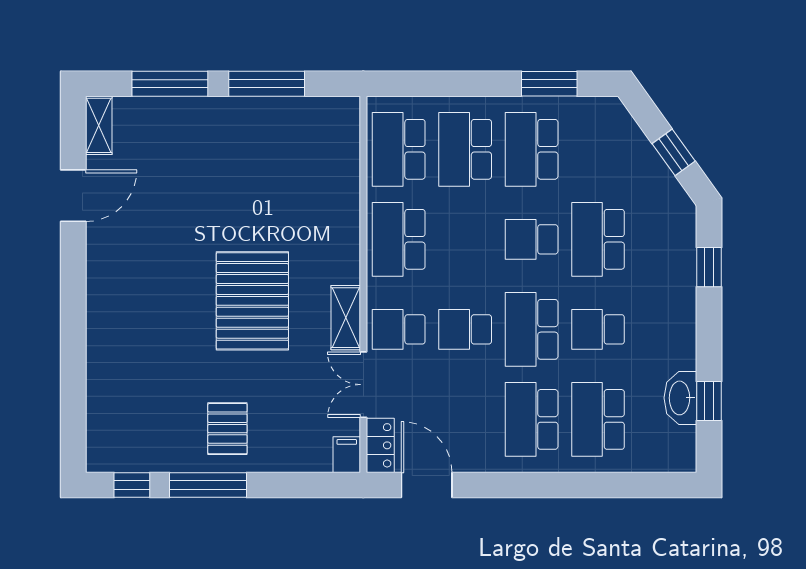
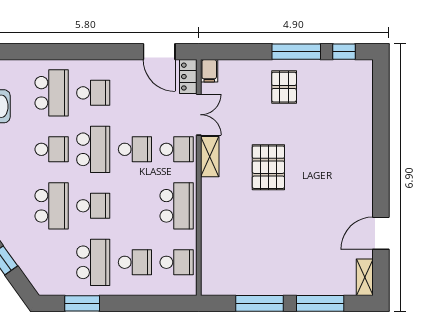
school desk: (399, 149) -> (177, 262), width x0.54
school desk: (465, 149) -> (135, 262), width x0.54
pallet: (252, 301) -> (268, 167), width x0.73, depth x0.71
school desk: (532, 419) -> (93, 93), width x0.54

